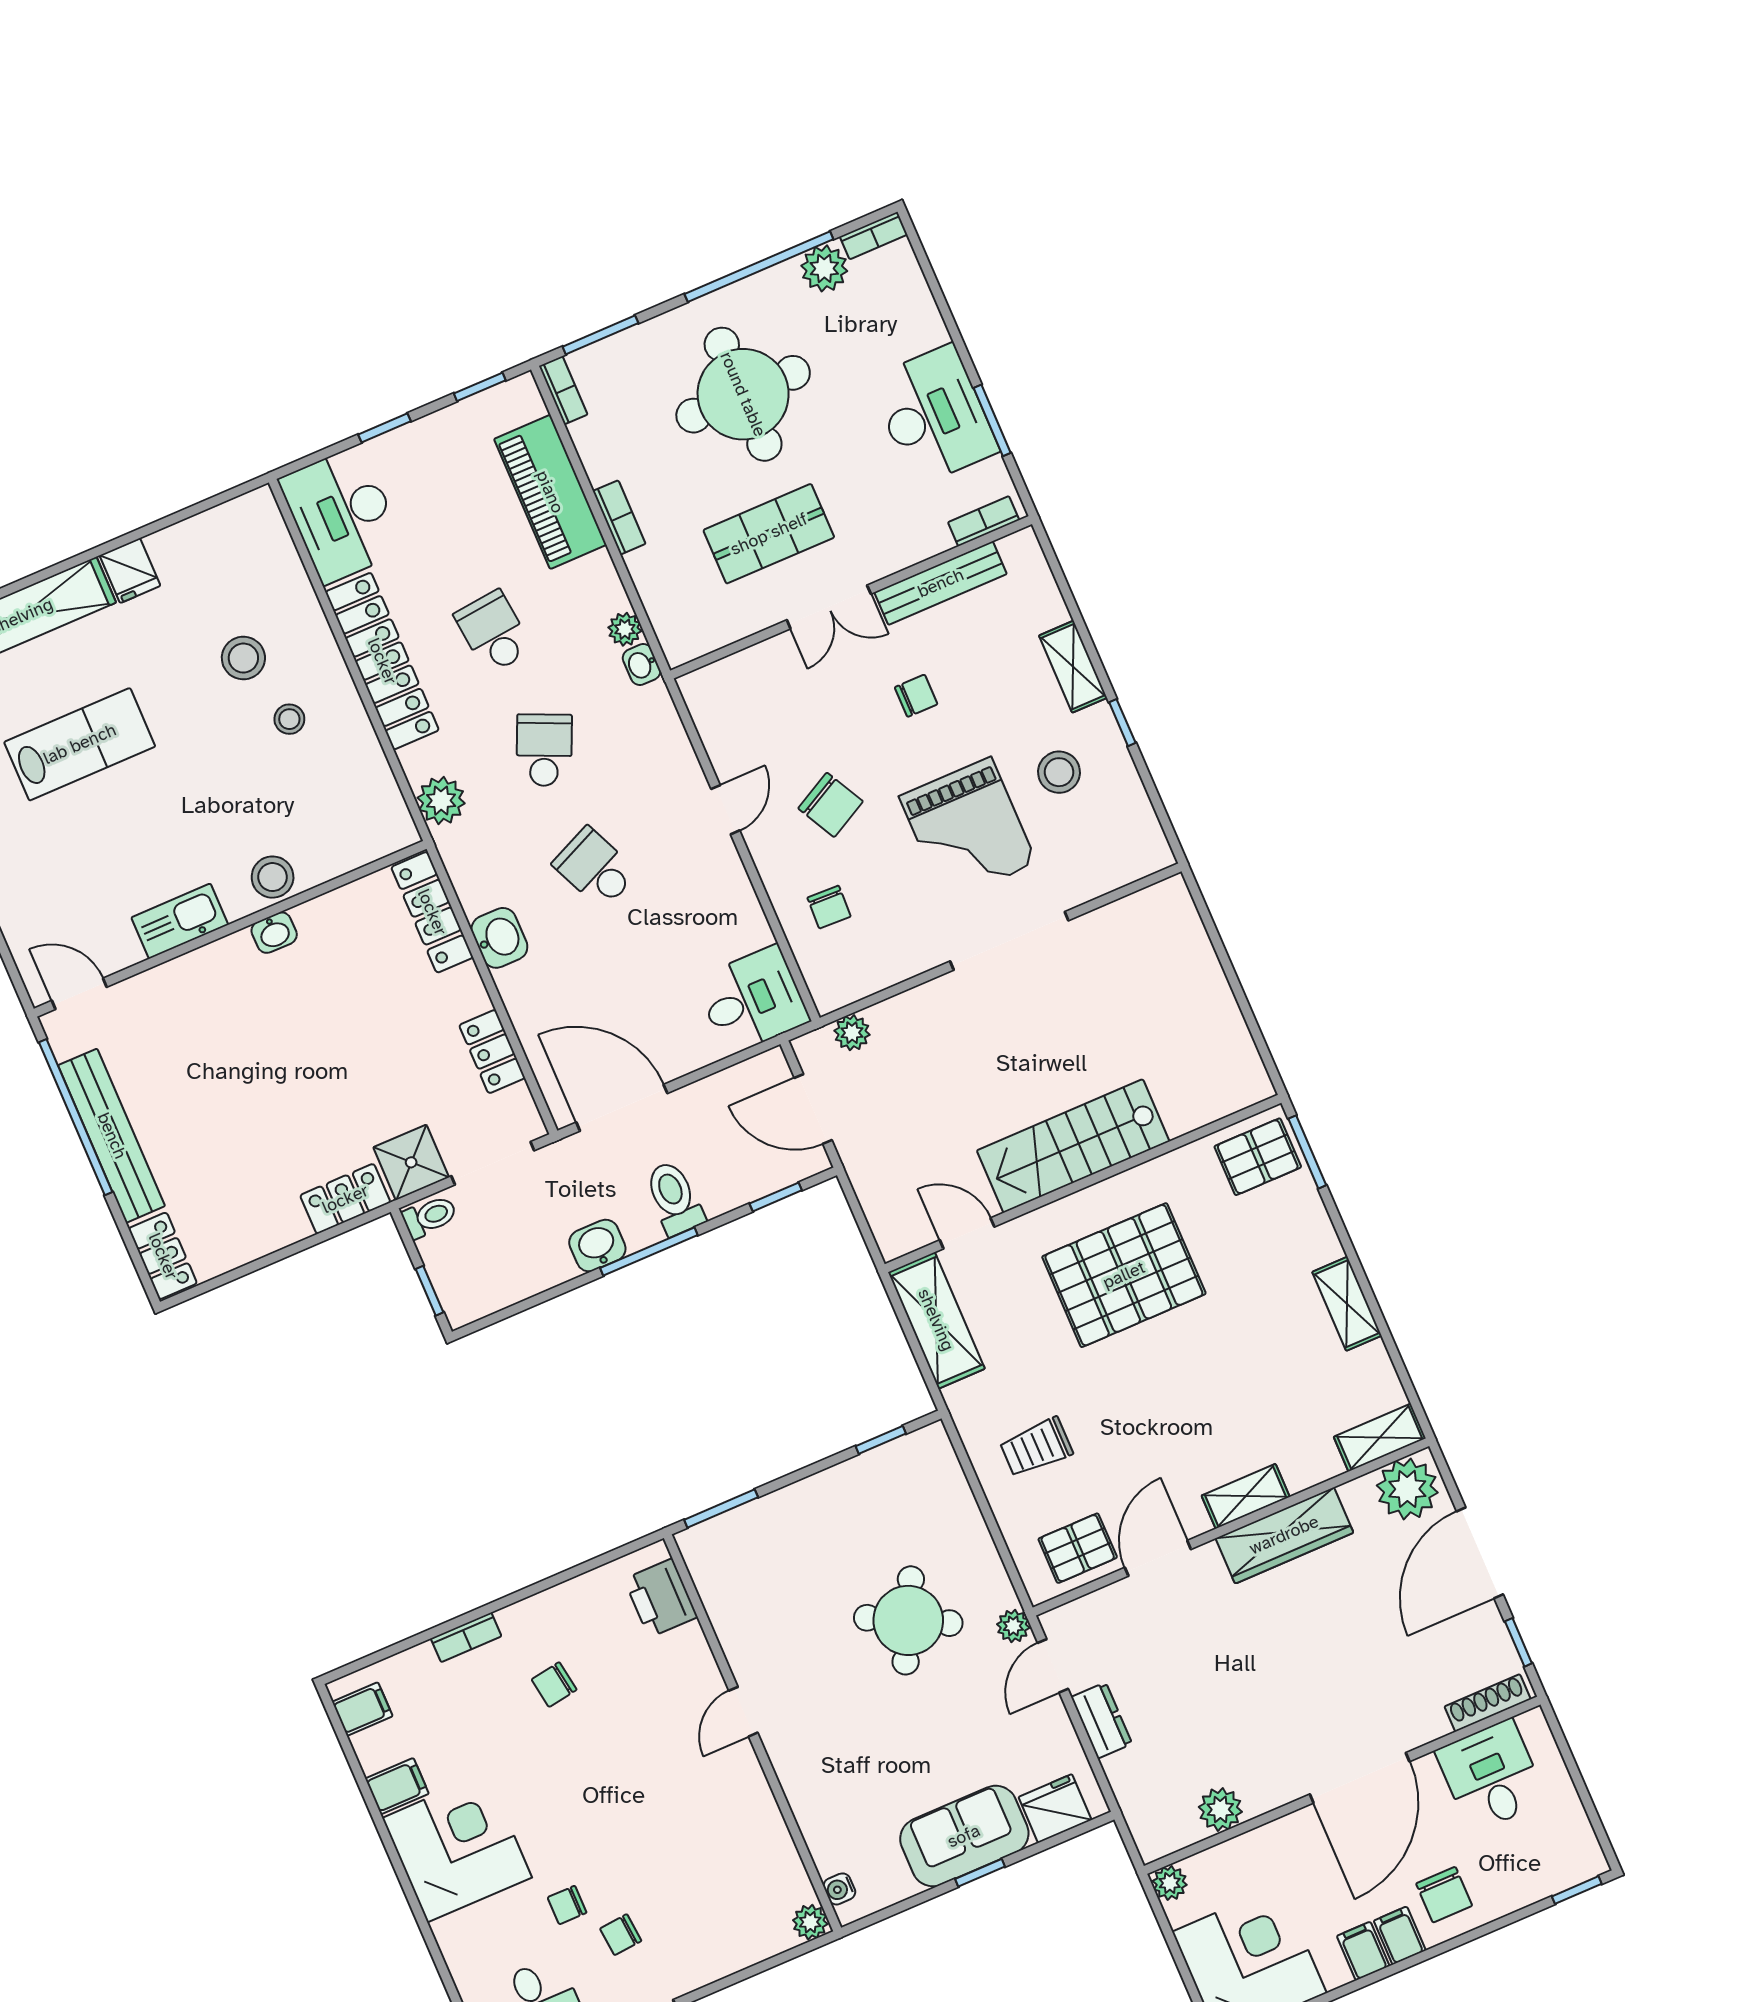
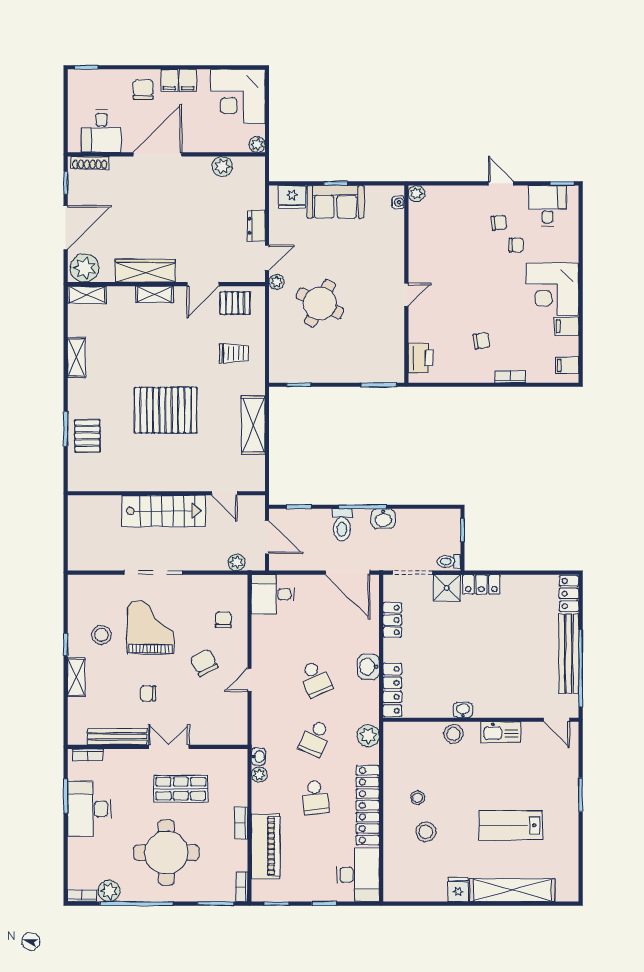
stairs: (1073, 1146) -> (164, 511), moved
pallet: (1258, 1157) -> (87, 436), turned 90
wall: (1083, 1183) -> (166, 493), moved
door: (967, 1233) -> (224, 493), moved

